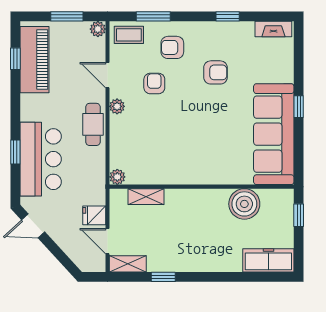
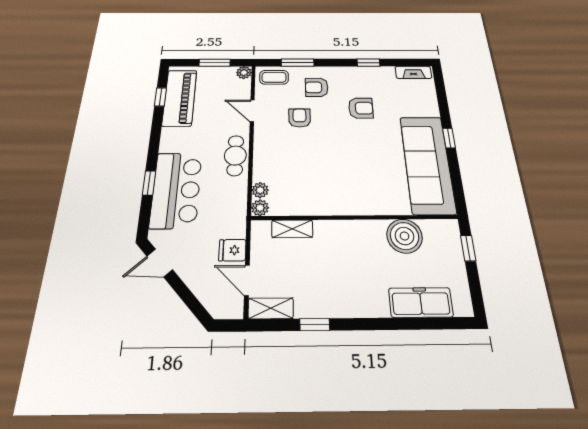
plant: (117, 106) -> (260, 190), moved
freezer: (268, 260) -> (421, 302), moved

